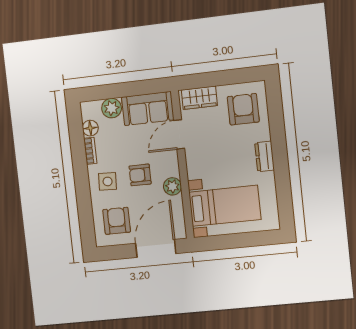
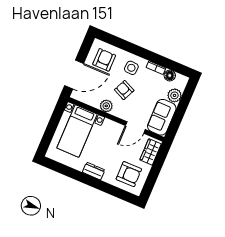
door: (179, 134) -> (135, 127), swing flipped
armchair: (140, 175) -> (124, 90), turned -65
armchair: (117, 221) -> (104, 60), turned -90
door: (156, 248) -> (74, 74), hinge flipped

